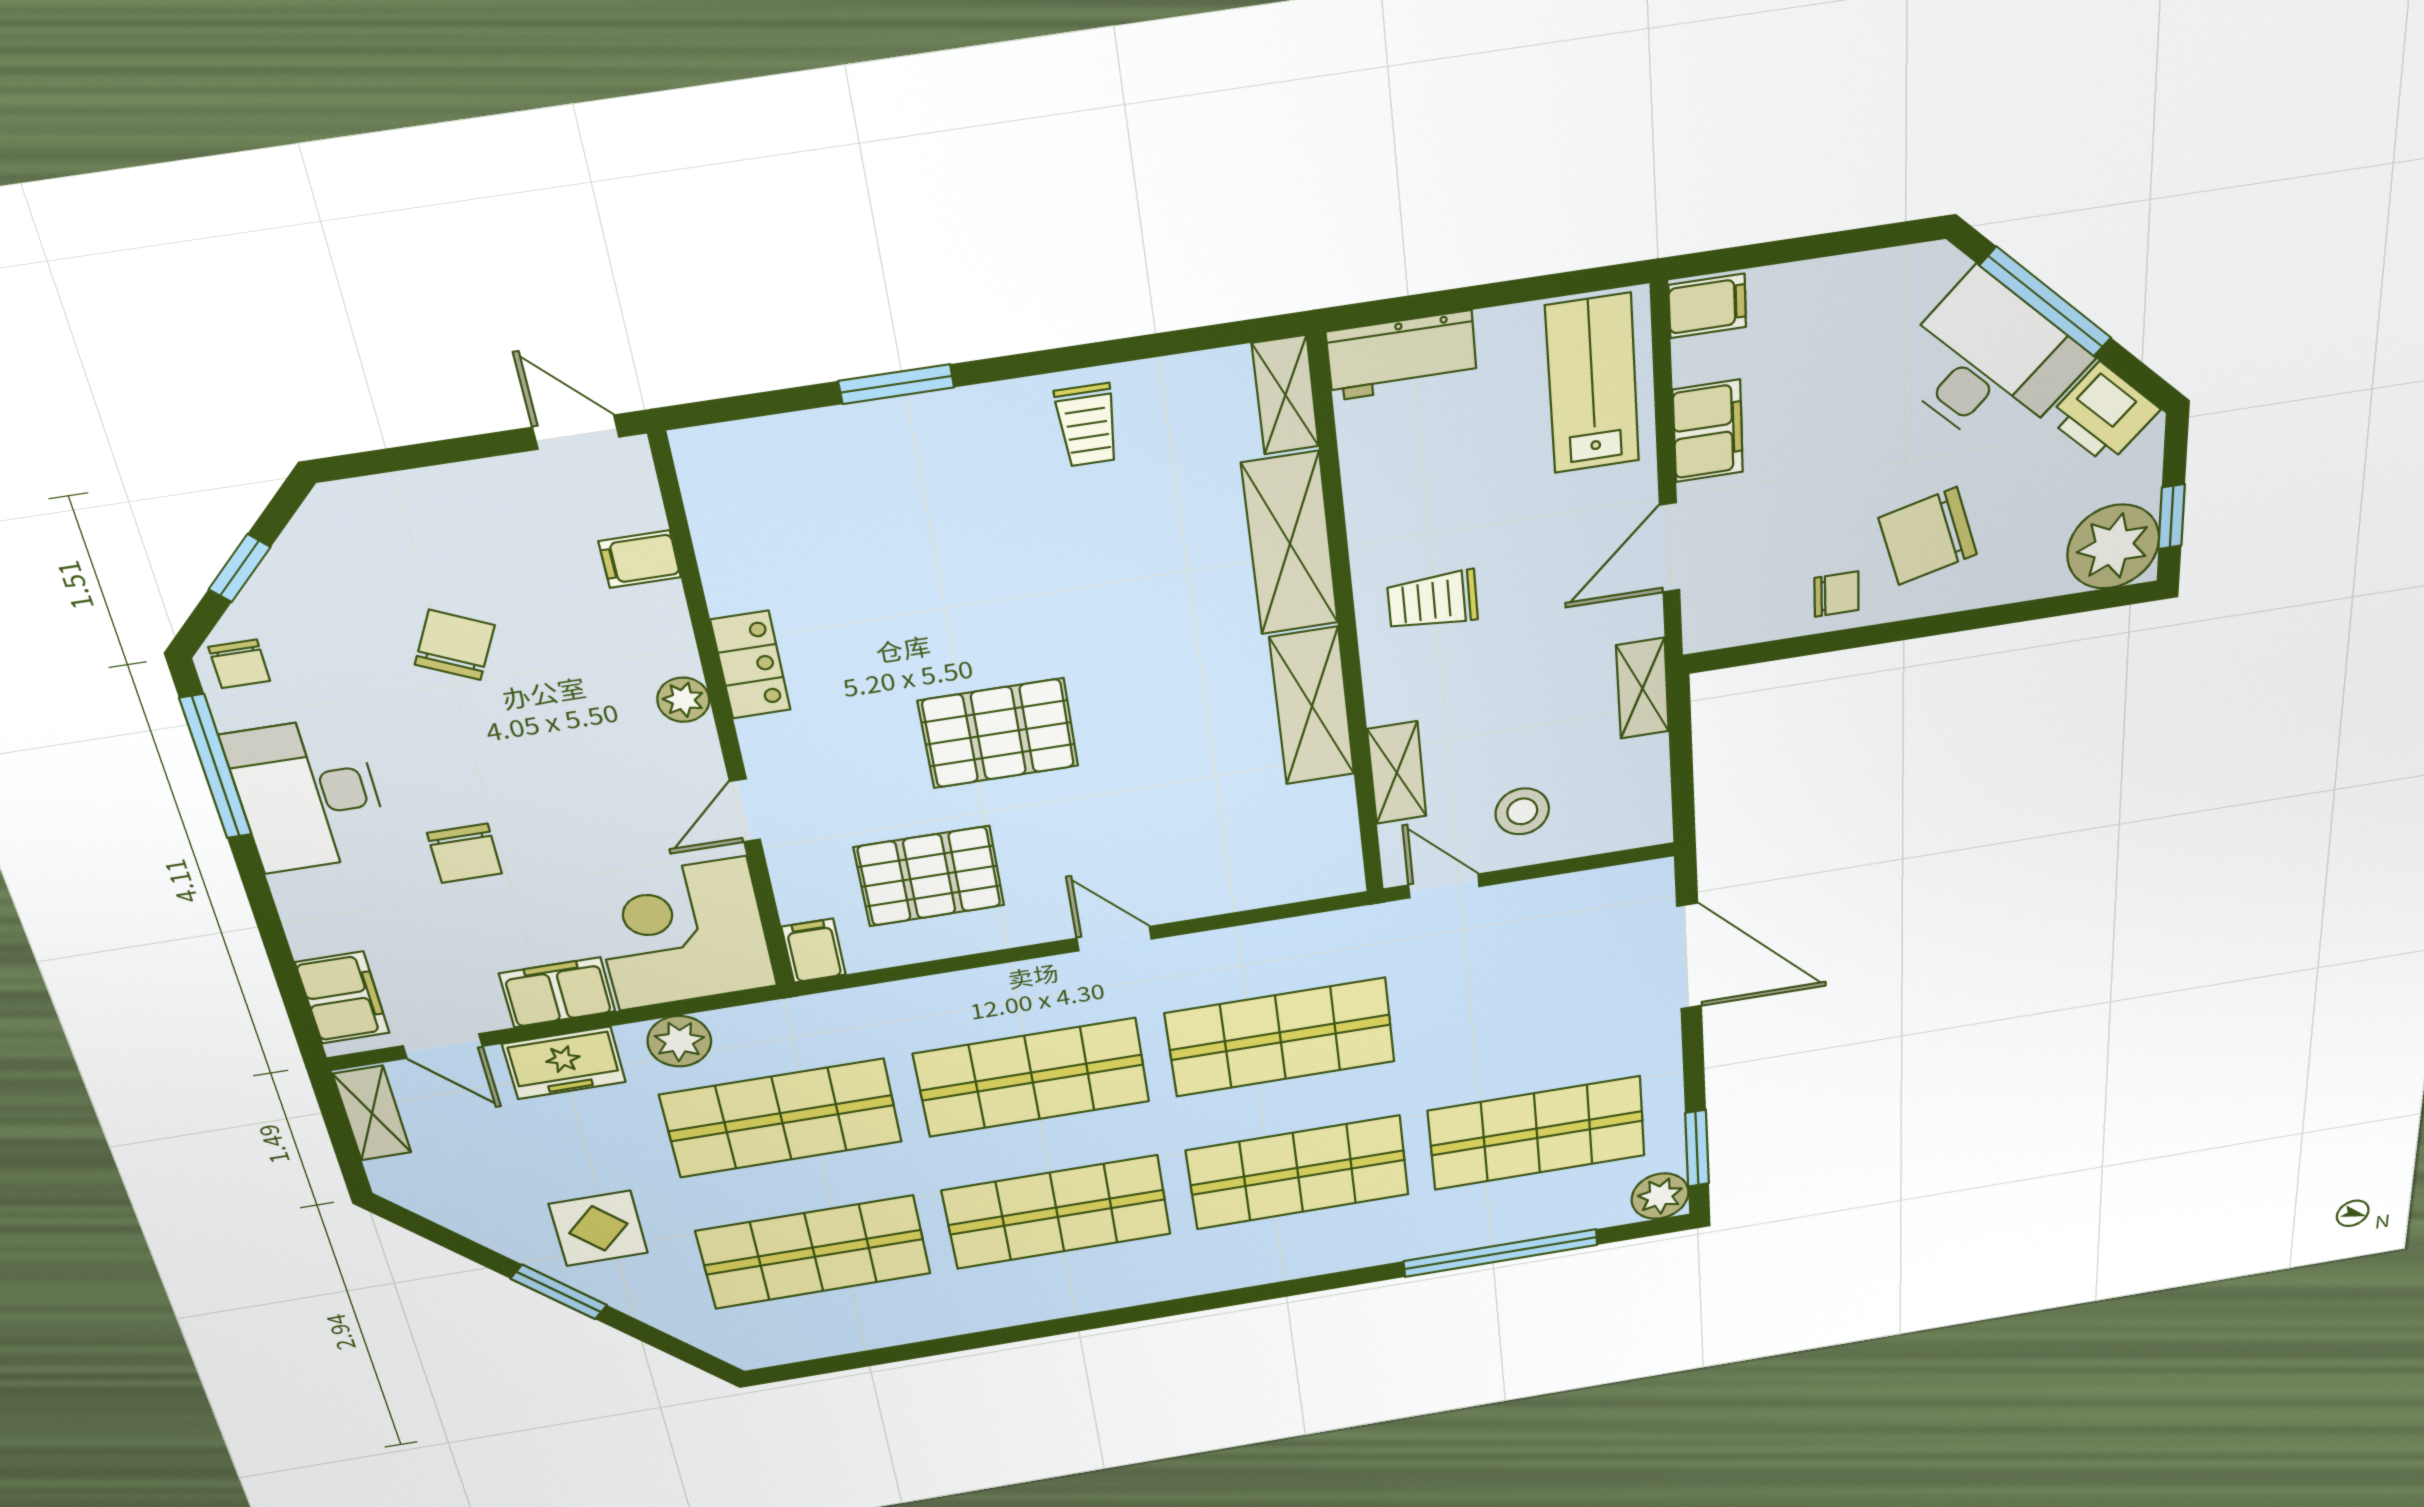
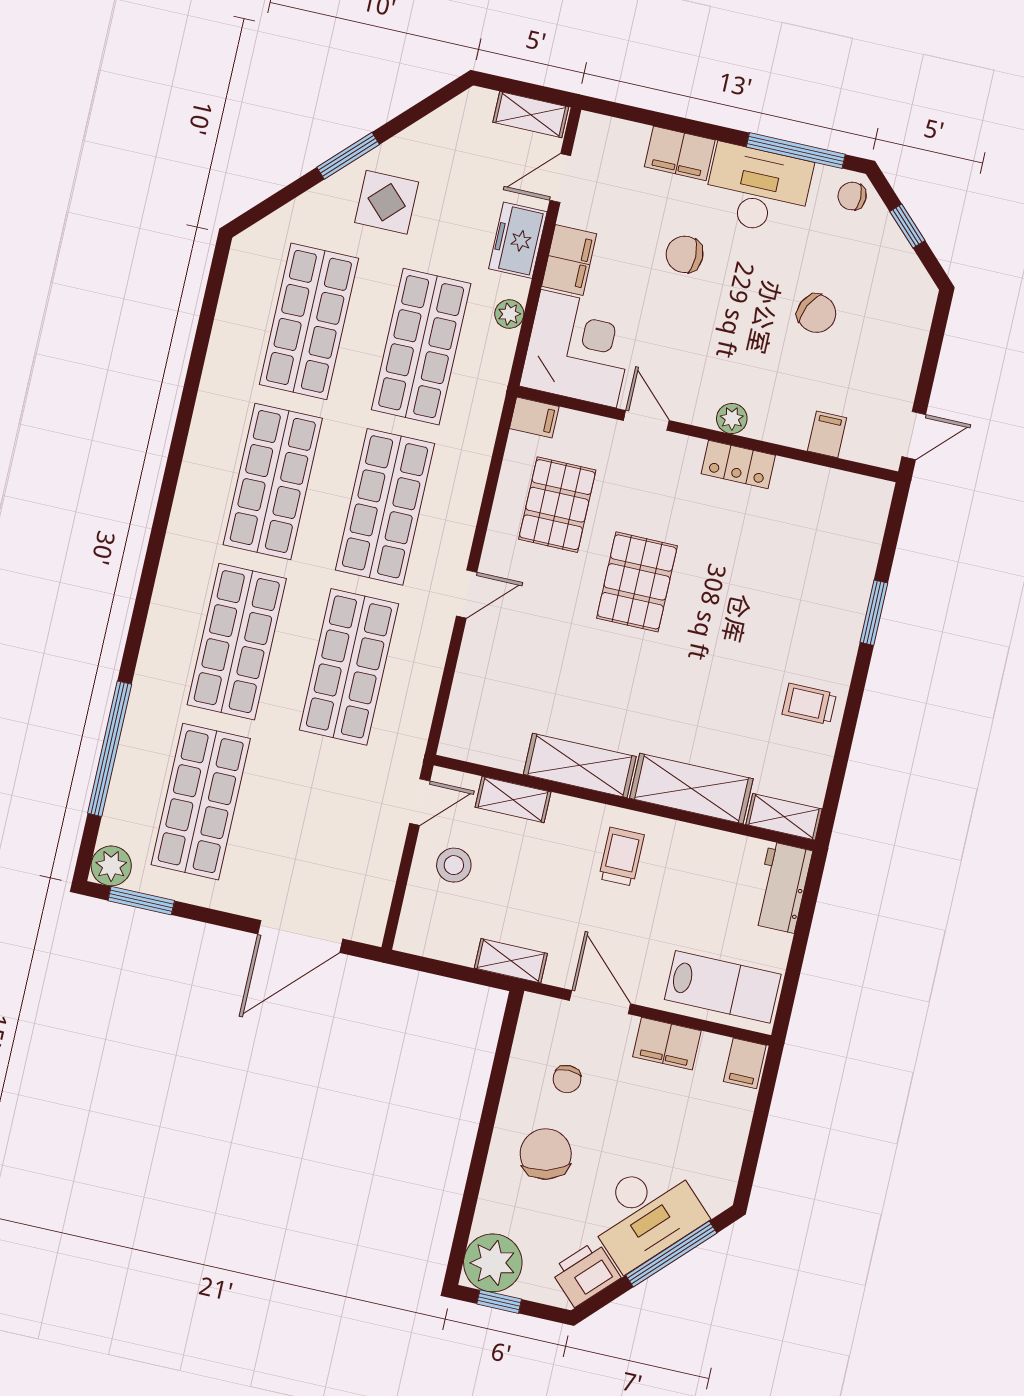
chair: (1837, 594) -> (567, 1079), moved
filing cabinet: (342, 998) -> (680, 153), moved
plant: (679, 1041) -> (509, 314), width x0.73, depth x0.73

